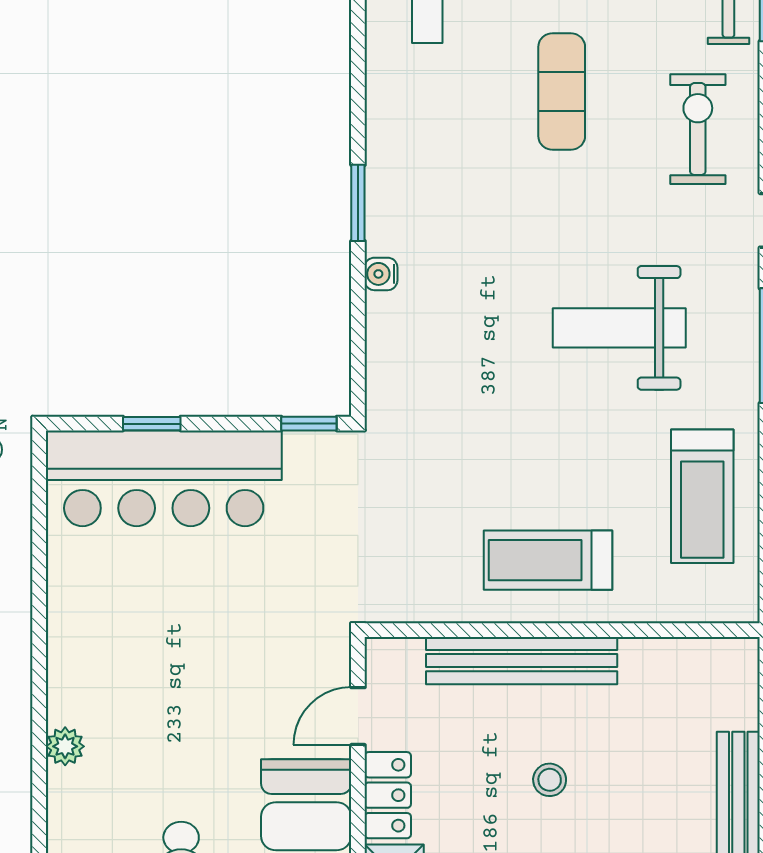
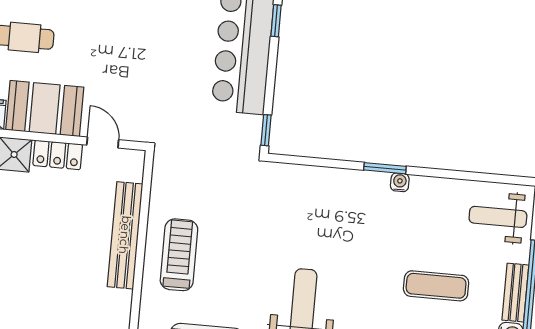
water cooler: (381, 274) -> (400, 182), moved
window: (152, 424) -> (276, 21), moved
stool: (550, 780) -> (58, 245), removed

